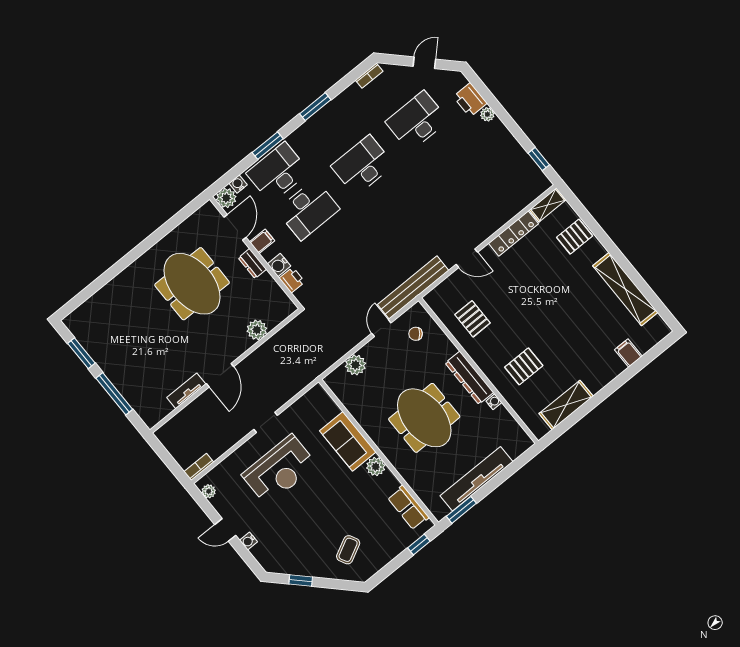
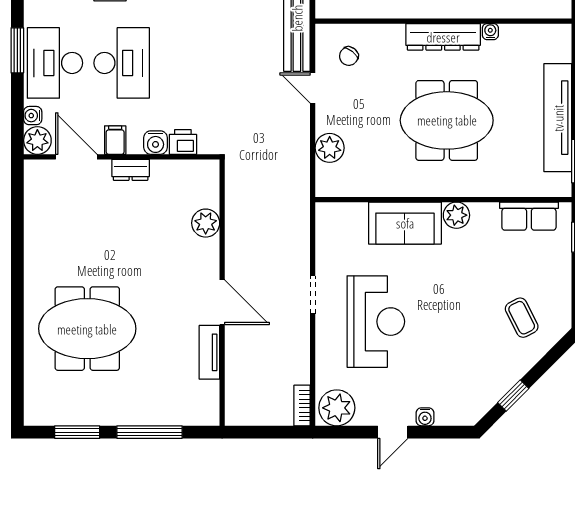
meeting table: (192, 284) -> (87, 329), moved
plant: (209, 491) -> (337, 408), width x1.87, depth x1.87

